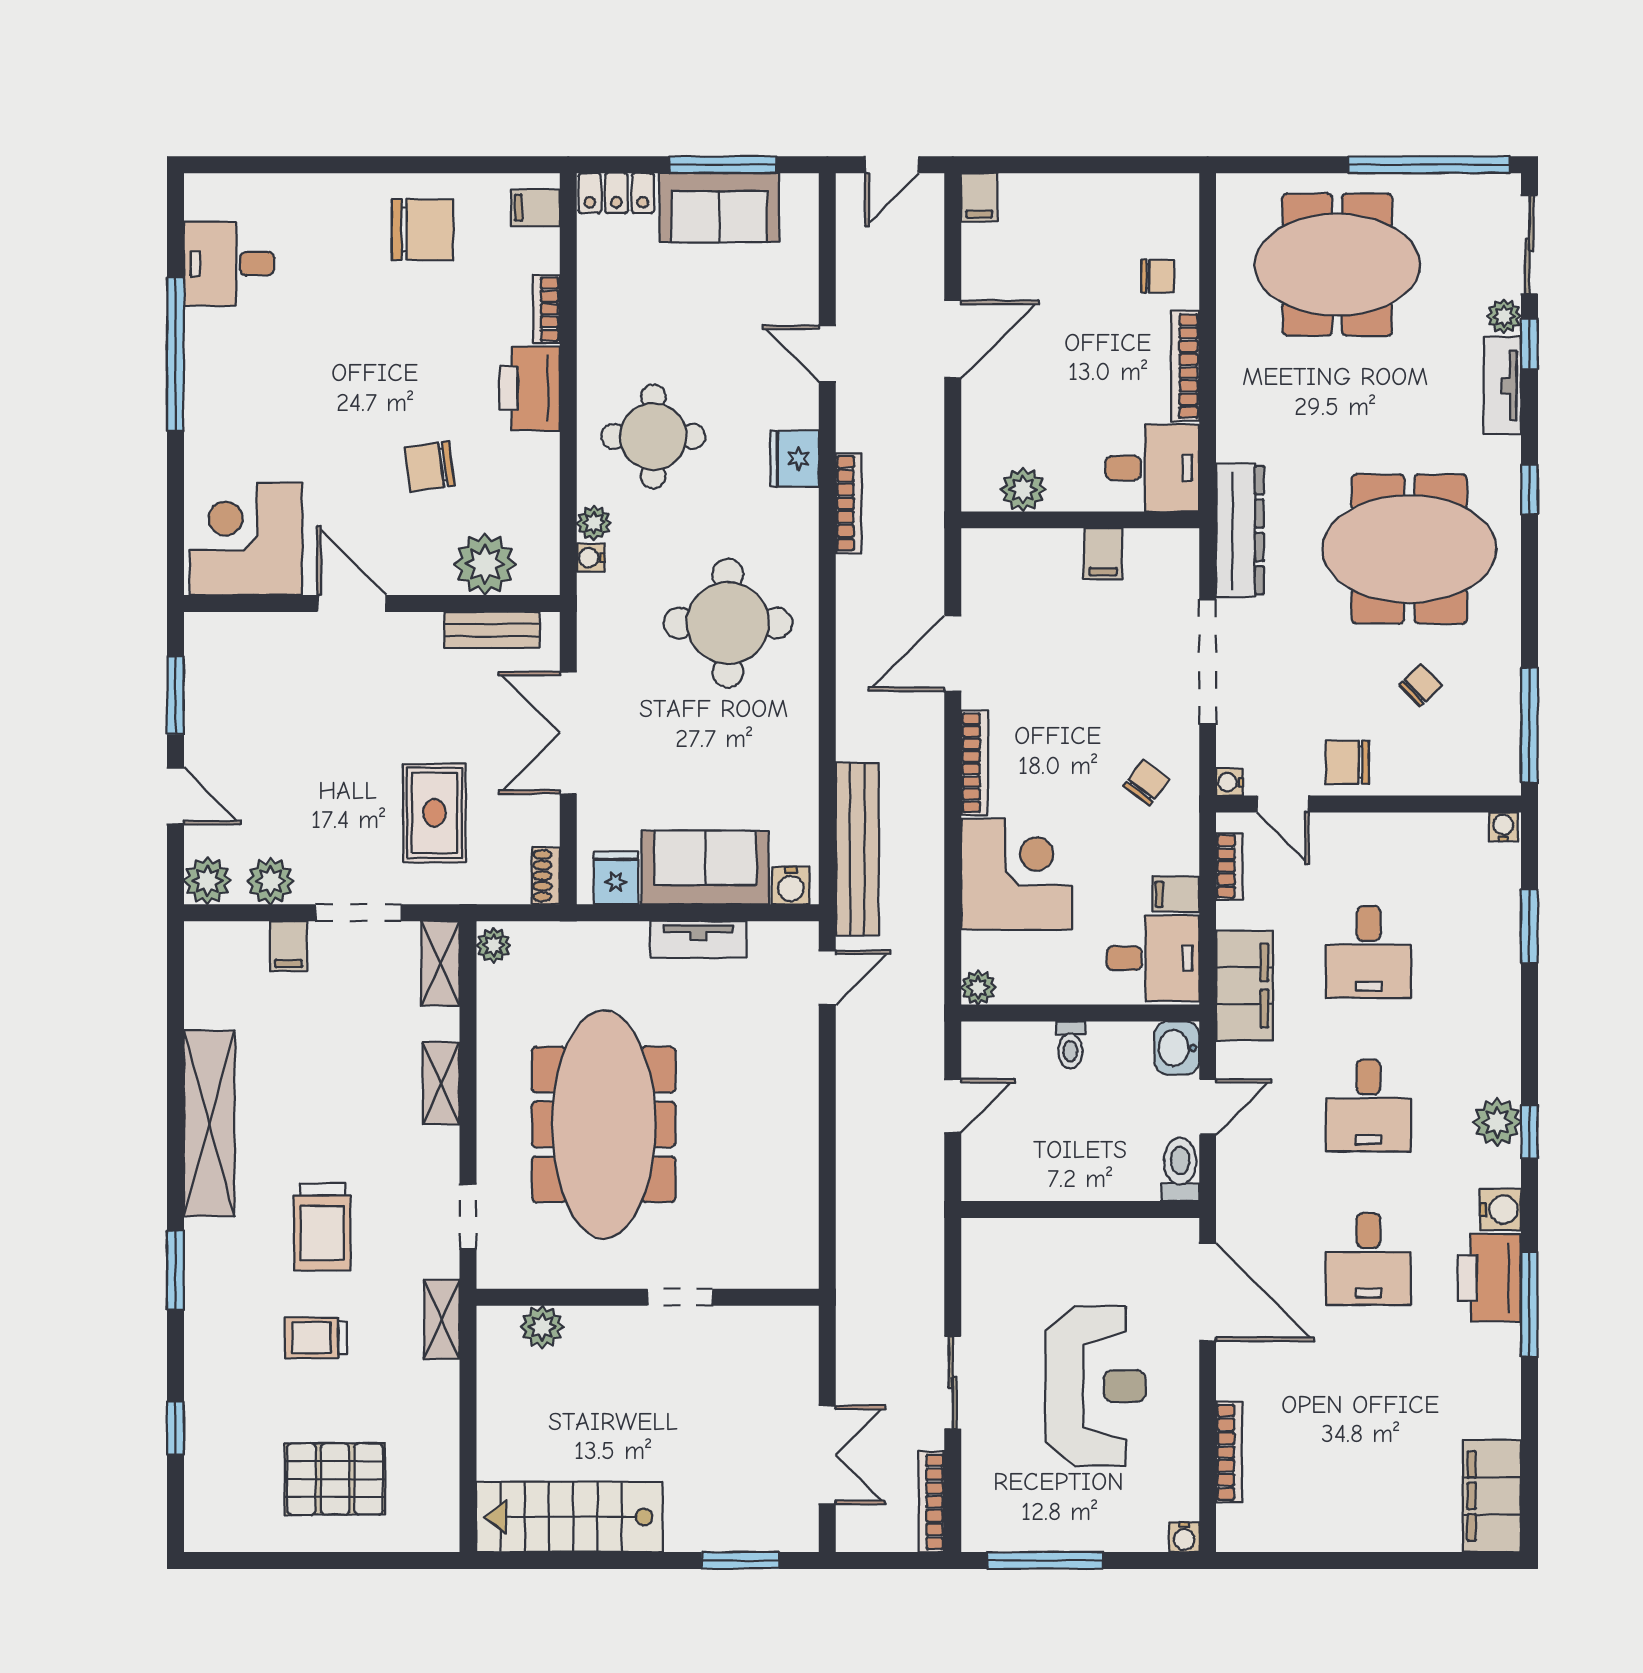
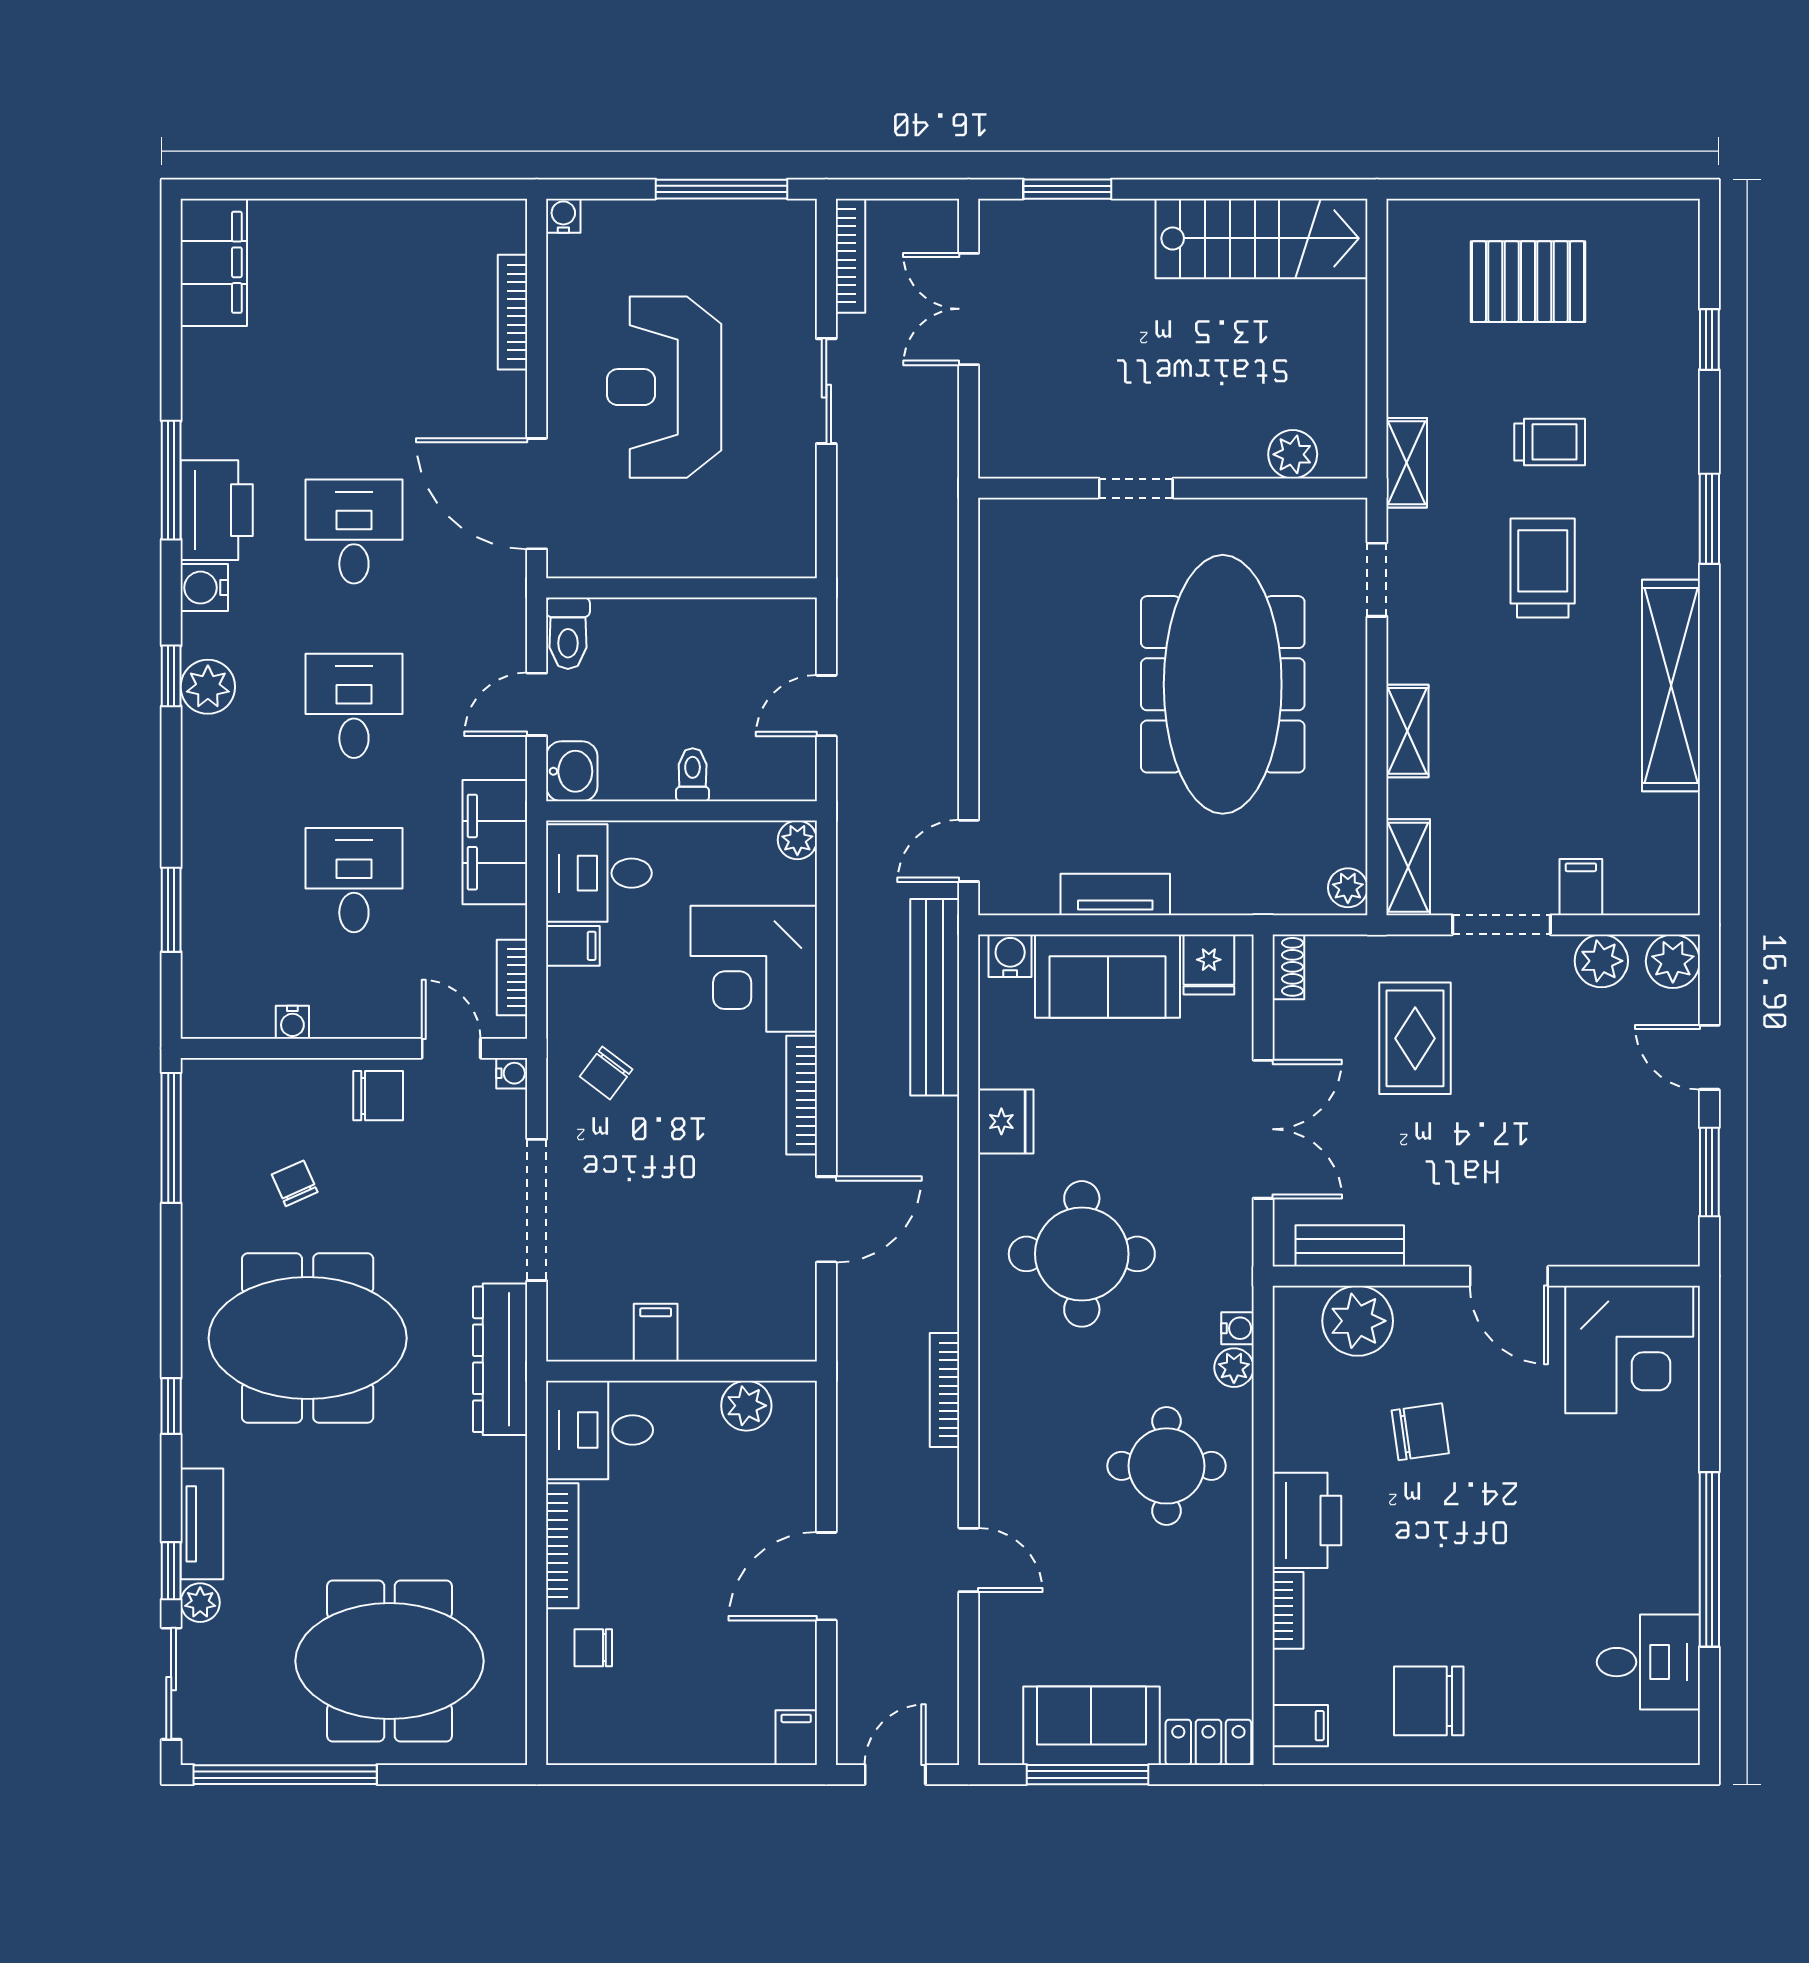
fridge: (795, 458) -> (1006, 1121), moved
chair: (1421, 685) -> (295, 1183), turned 110
water cooler: (1503, 827) -> (292, 1022), moved

